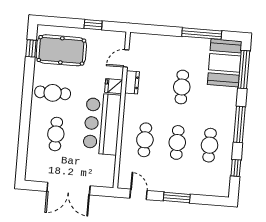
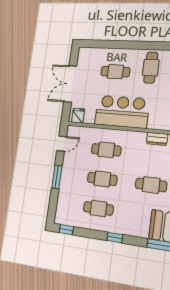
fridge: (114, 86) -> (78, 116), moved
window: (239, 125) -> (115, 238), width x0.46
window: (236, 168) -> (66, 230), moved

